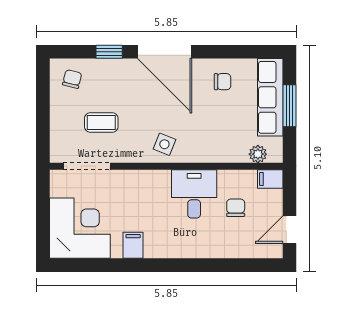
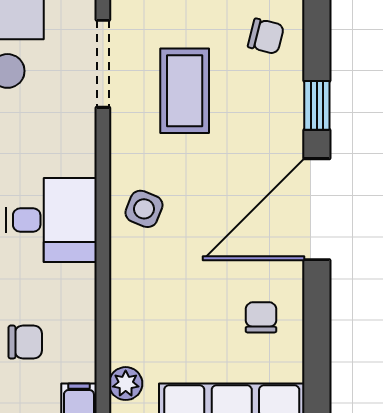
chair: (222, 82) -> (261, 317), turned 180
coffee table: (101, 122) -> (185, 91), width x1.36, depth x1.30
desk: (194, 194) -> (51, 220), moved

